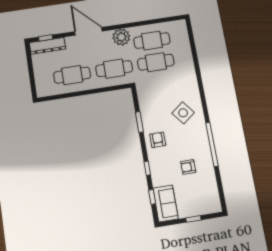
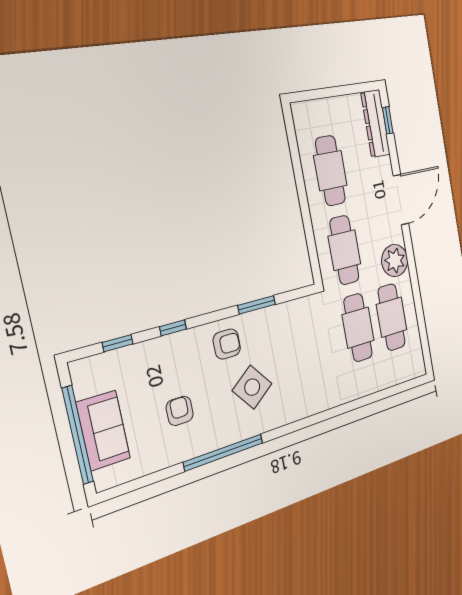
side table: (183, 113) -> (252, 387), moved
sofa: (166, 203) -> (103, 431), moved, turned -90
window: (193, 219) -> (78, 435), width x3.17

